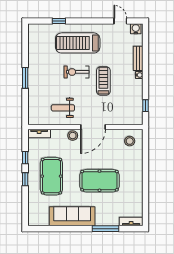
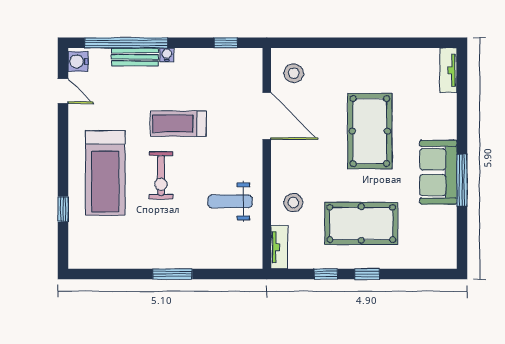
door: (120, 21) -> (63, 91), swing flipped
window: (145, 54) -> (126, 43), added
weight bench: (63, 108) -> (230, 201), turned 90
door: (93, 127) -> (267, 116), moved
stool: (73, 136) -> (293, 203), moved
sofa: (72, 216) -> (438, 172), width x0.73
window: (106, 229) -> (462, 180), moved

